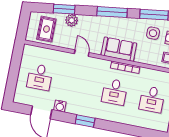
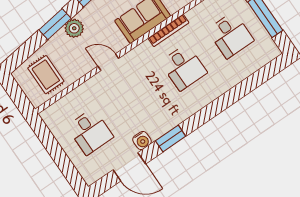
window: (64, 9) -> (55, 24), moved
plant: (72, 20) -> (74, 28), moved
window: (85, 121) -> (171, 138), moved

